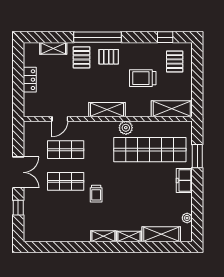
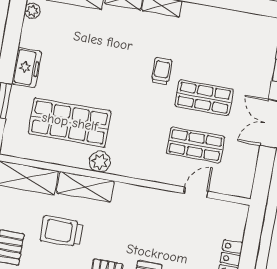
trolley: (143, 78) -> (61, 231), turned 180
shelving: (107, 110) -> (85, 187), moved
shop shelf: (150, 150) -> (70, 122), width x0.71

